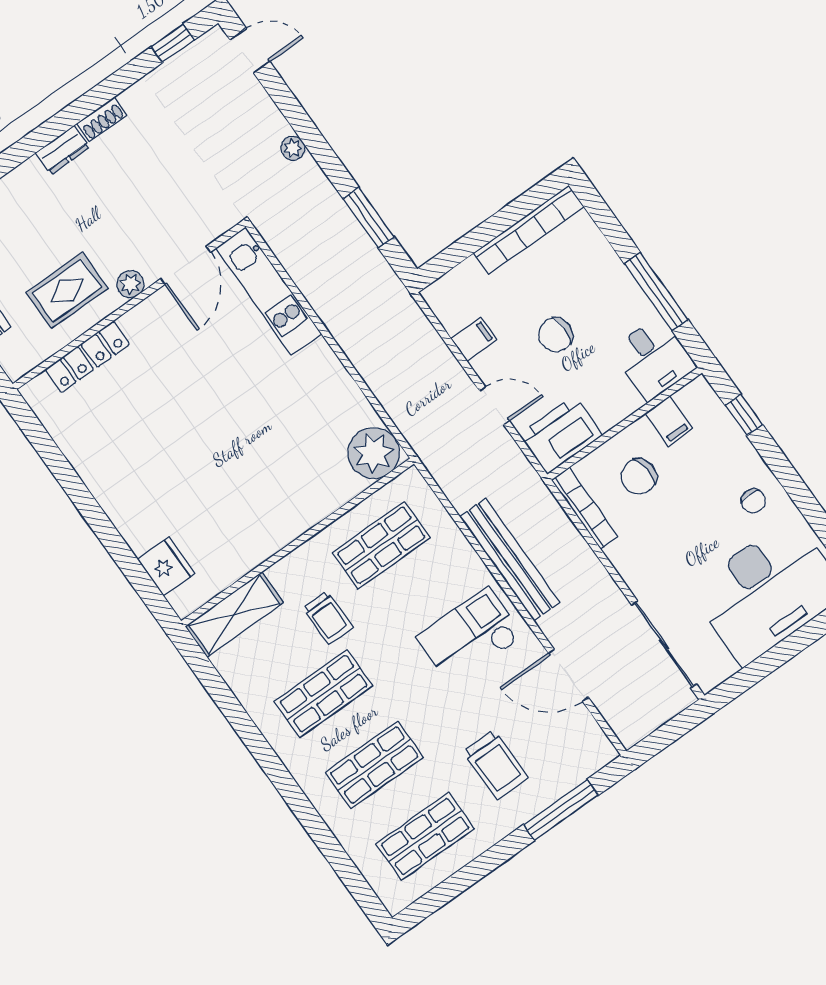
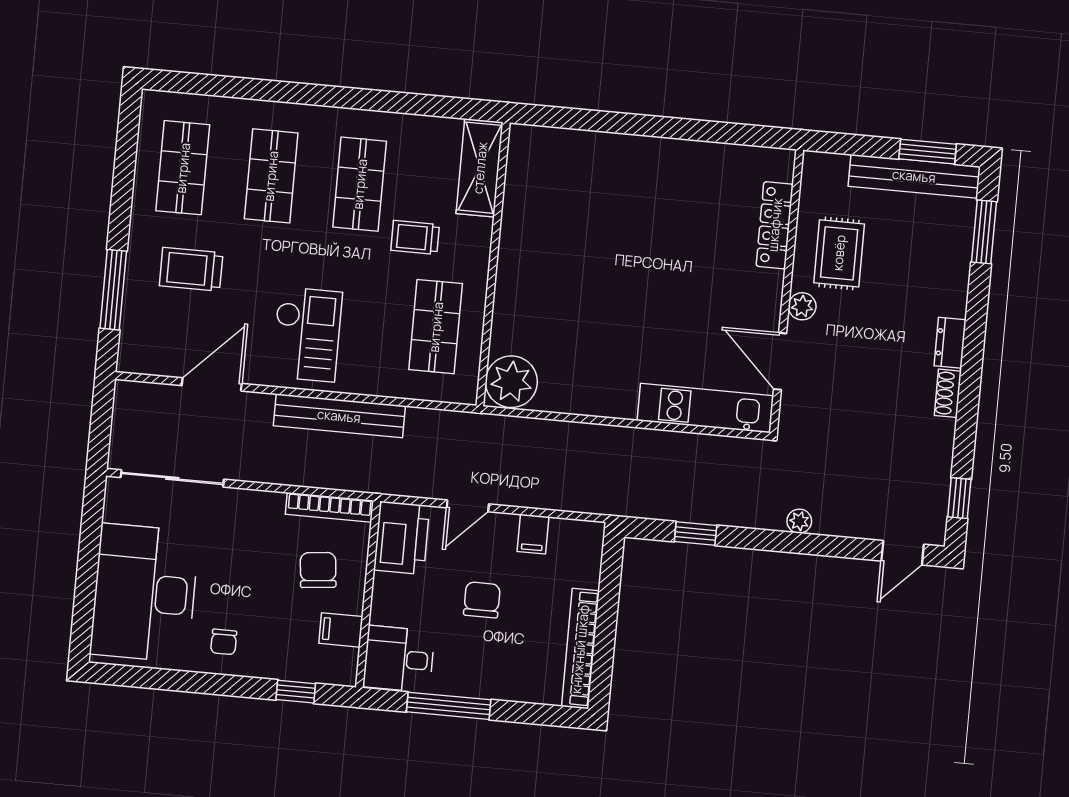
window: (369, 218) -> (696, 533), width x0.67
chair: (753, 501) -> (224, 642), turned -90
fridge: (166, 566) -> (561, 147), removed

